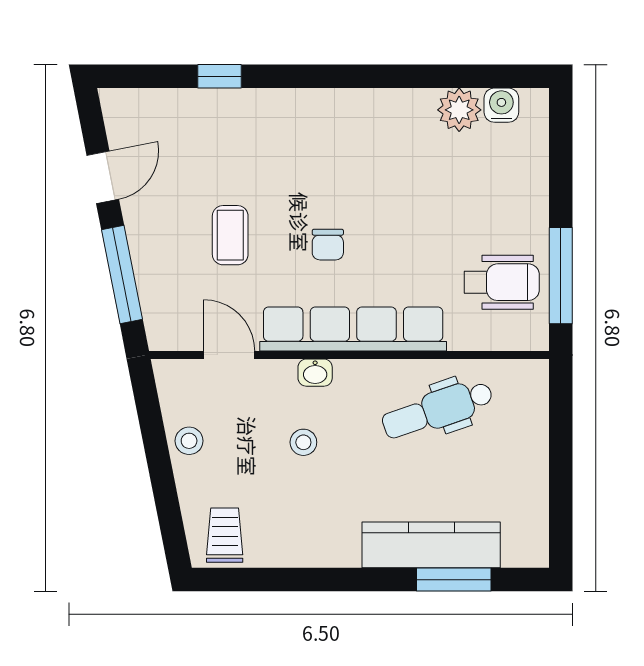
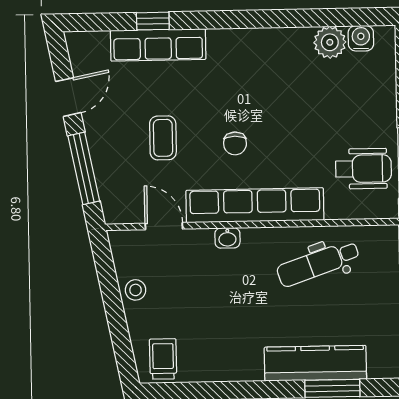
row of seats: (226, 109) -> (158, 45), added
stool: (303, 442) -> (220, 289), removed

